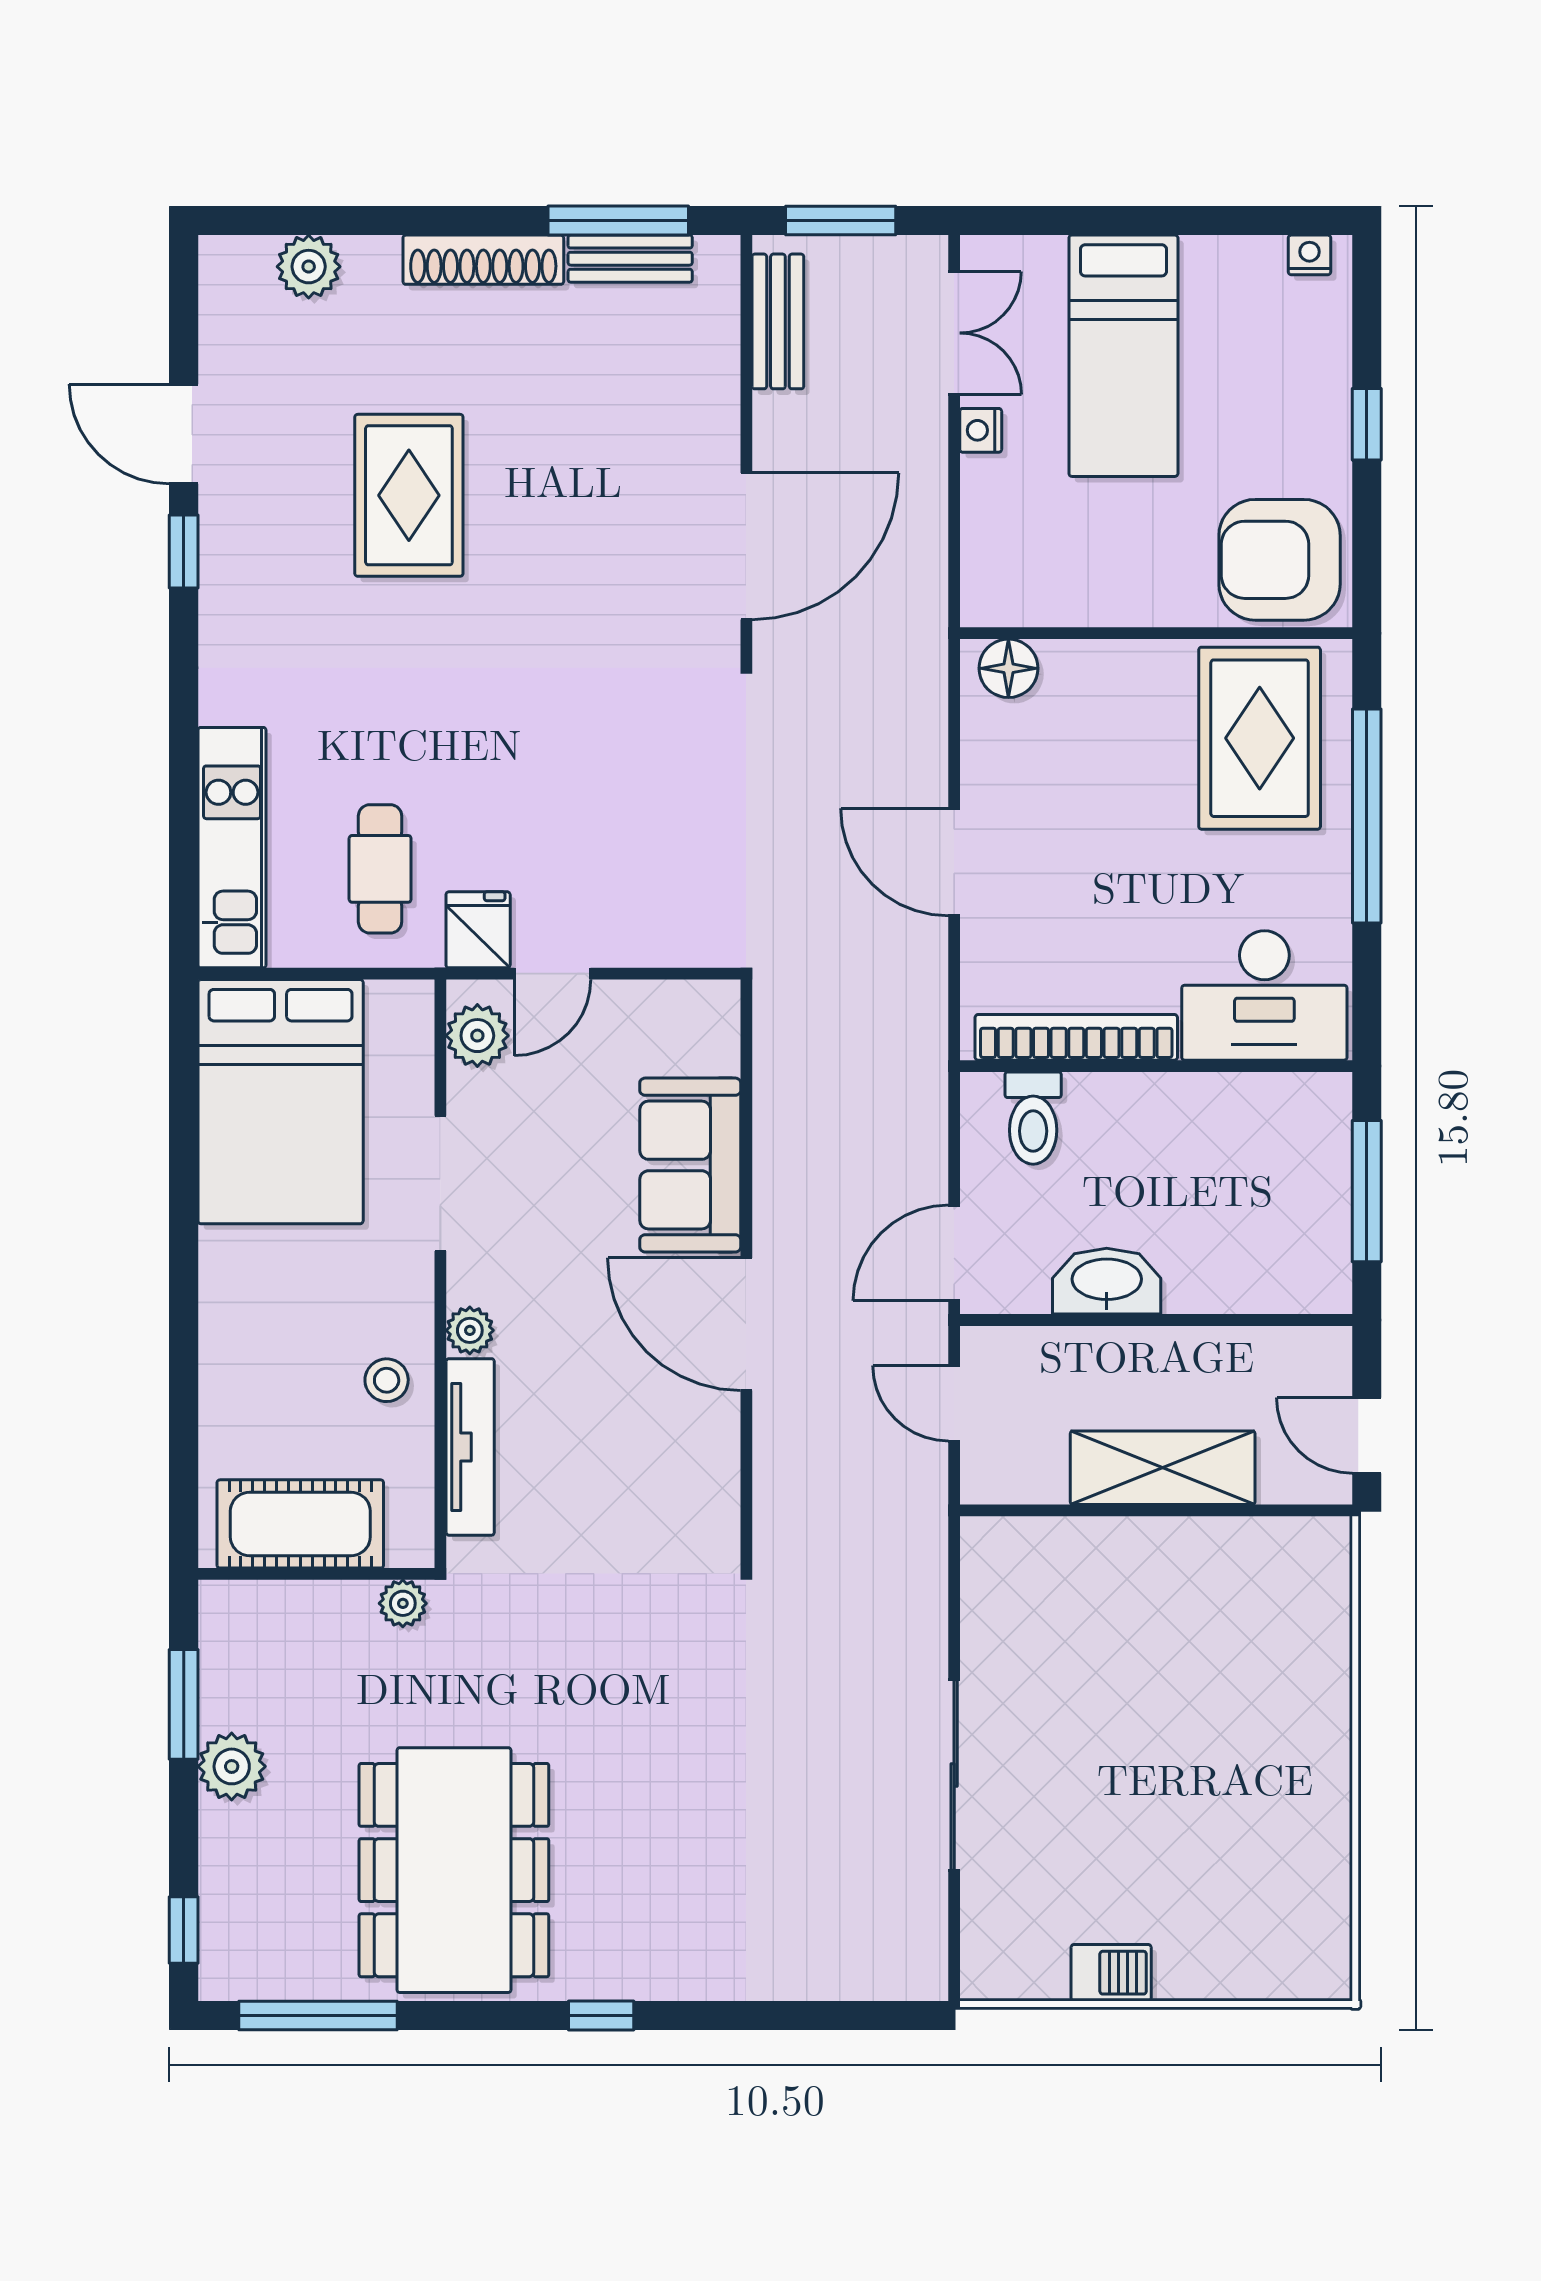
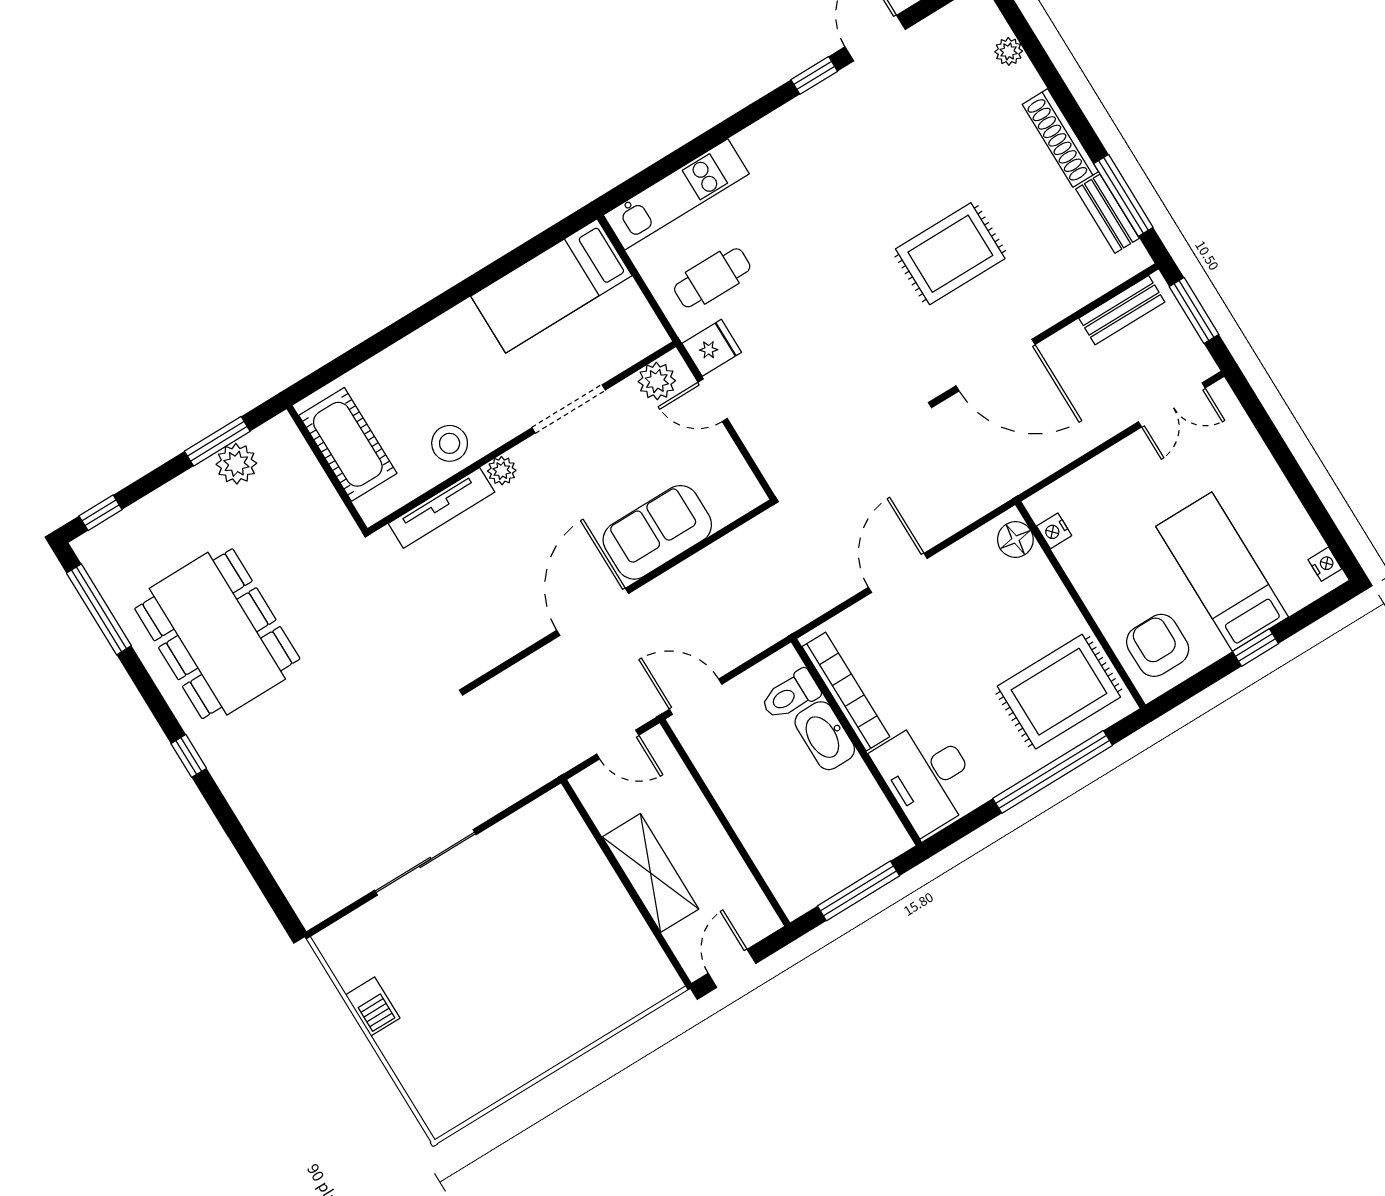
plant: (309, 267) -> (1009, 51), width x0.73, depth x0.73
bed: (1123, 356) -> (1222, 572), moved, turned 90
nightstand: (981, 430) -> (1054, 531), moved, turned -90
rug: (409, 495) -> (950, 254), moved
armchair: (1280, 560) -> (1158, 645), width x0.73, depth x0.73
bed: (281, 1102) -> (551, 286), width x0.67
washbasin: (1107, 1281) -> (825, 736), moved, turned 180
stool: (387, 1380) -> (450, 443), width x1.37, depth x1.37
door: (954, 1403) -> (618, 745), swing flipped
plant: (403, 1603) -> (339, 523), removed
plant: (232, 1766) -> (236, 464), moved
dining table: (454, 1870) -> (217, 634), turned 90

